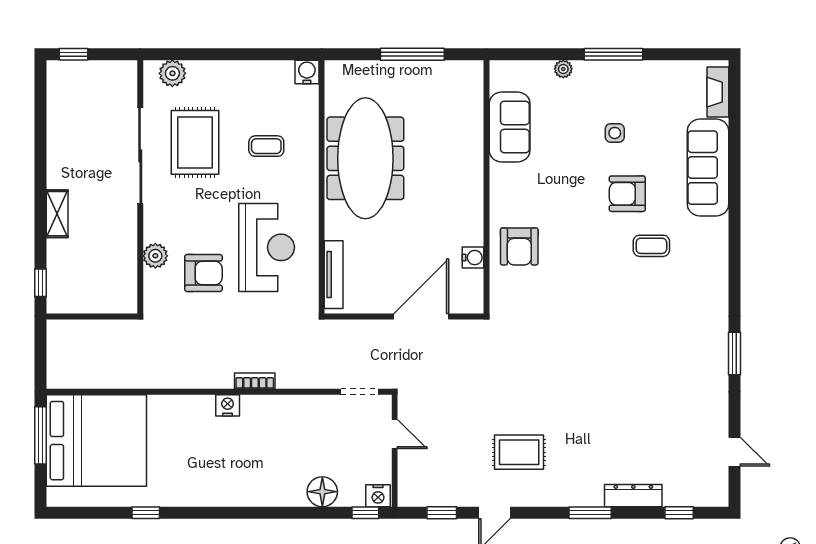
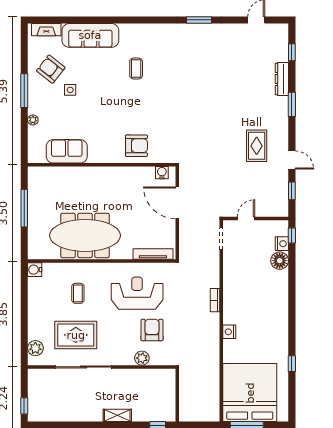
armchair: (627, 194) -> (51, 69), moved, turned 128
water cooler: (473, 258) -> (162, 173), moved
nightstand: (228, 405) -> (229, 332), moved
nightstand: (378, 496) -> (282, 244), moved

